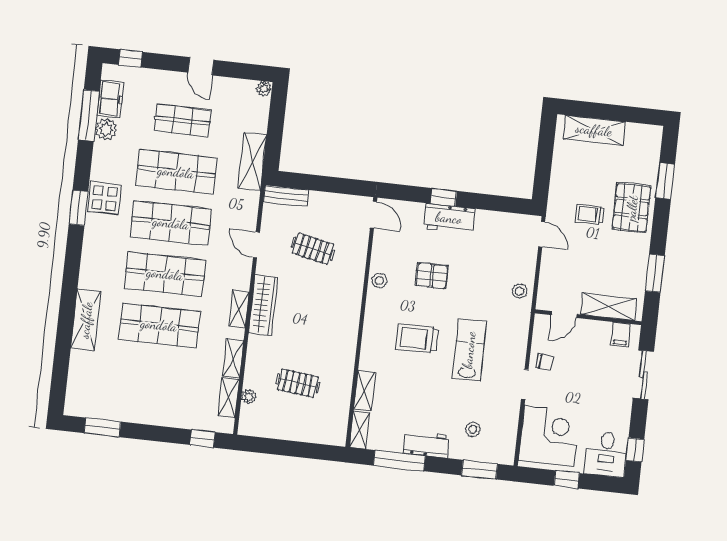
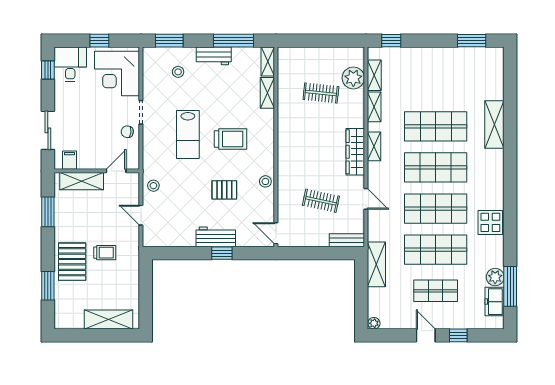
window: (131, 58) -> (458, 335), moved
window: (78, 208) -> (510, 212), removed
door: (542, 234) -> (141, 215), moved
plant: (249, 397) -> (353, 78), width x1.88, depth x1.88

